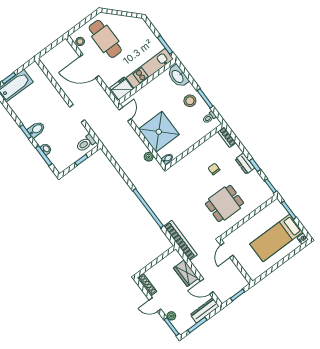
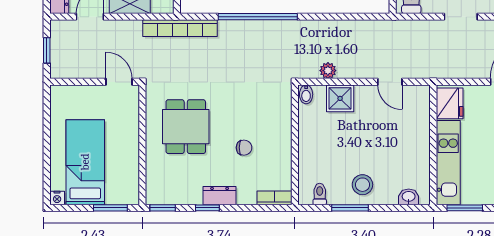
washbasin: (178, 76) -> (409, 197), width x0.52, depth x0.69
door: (125, 114) -> (390, 82), moved
shower: (159, 132) -> (340, 98), width x0.54, depth x0.54

